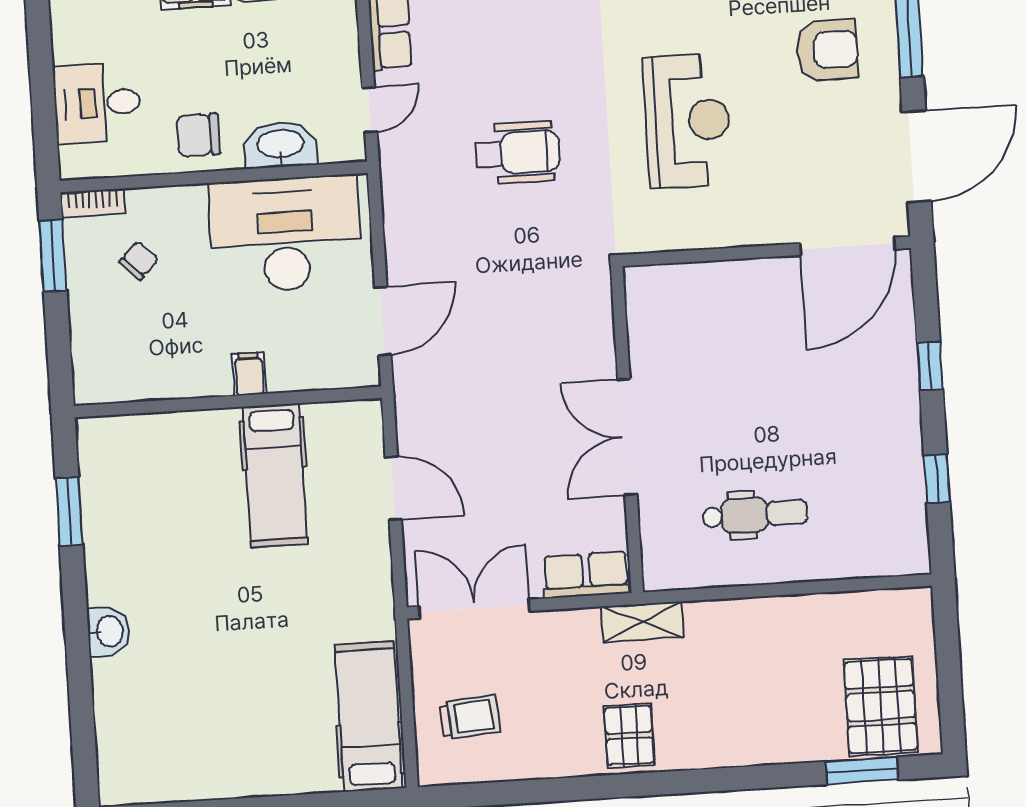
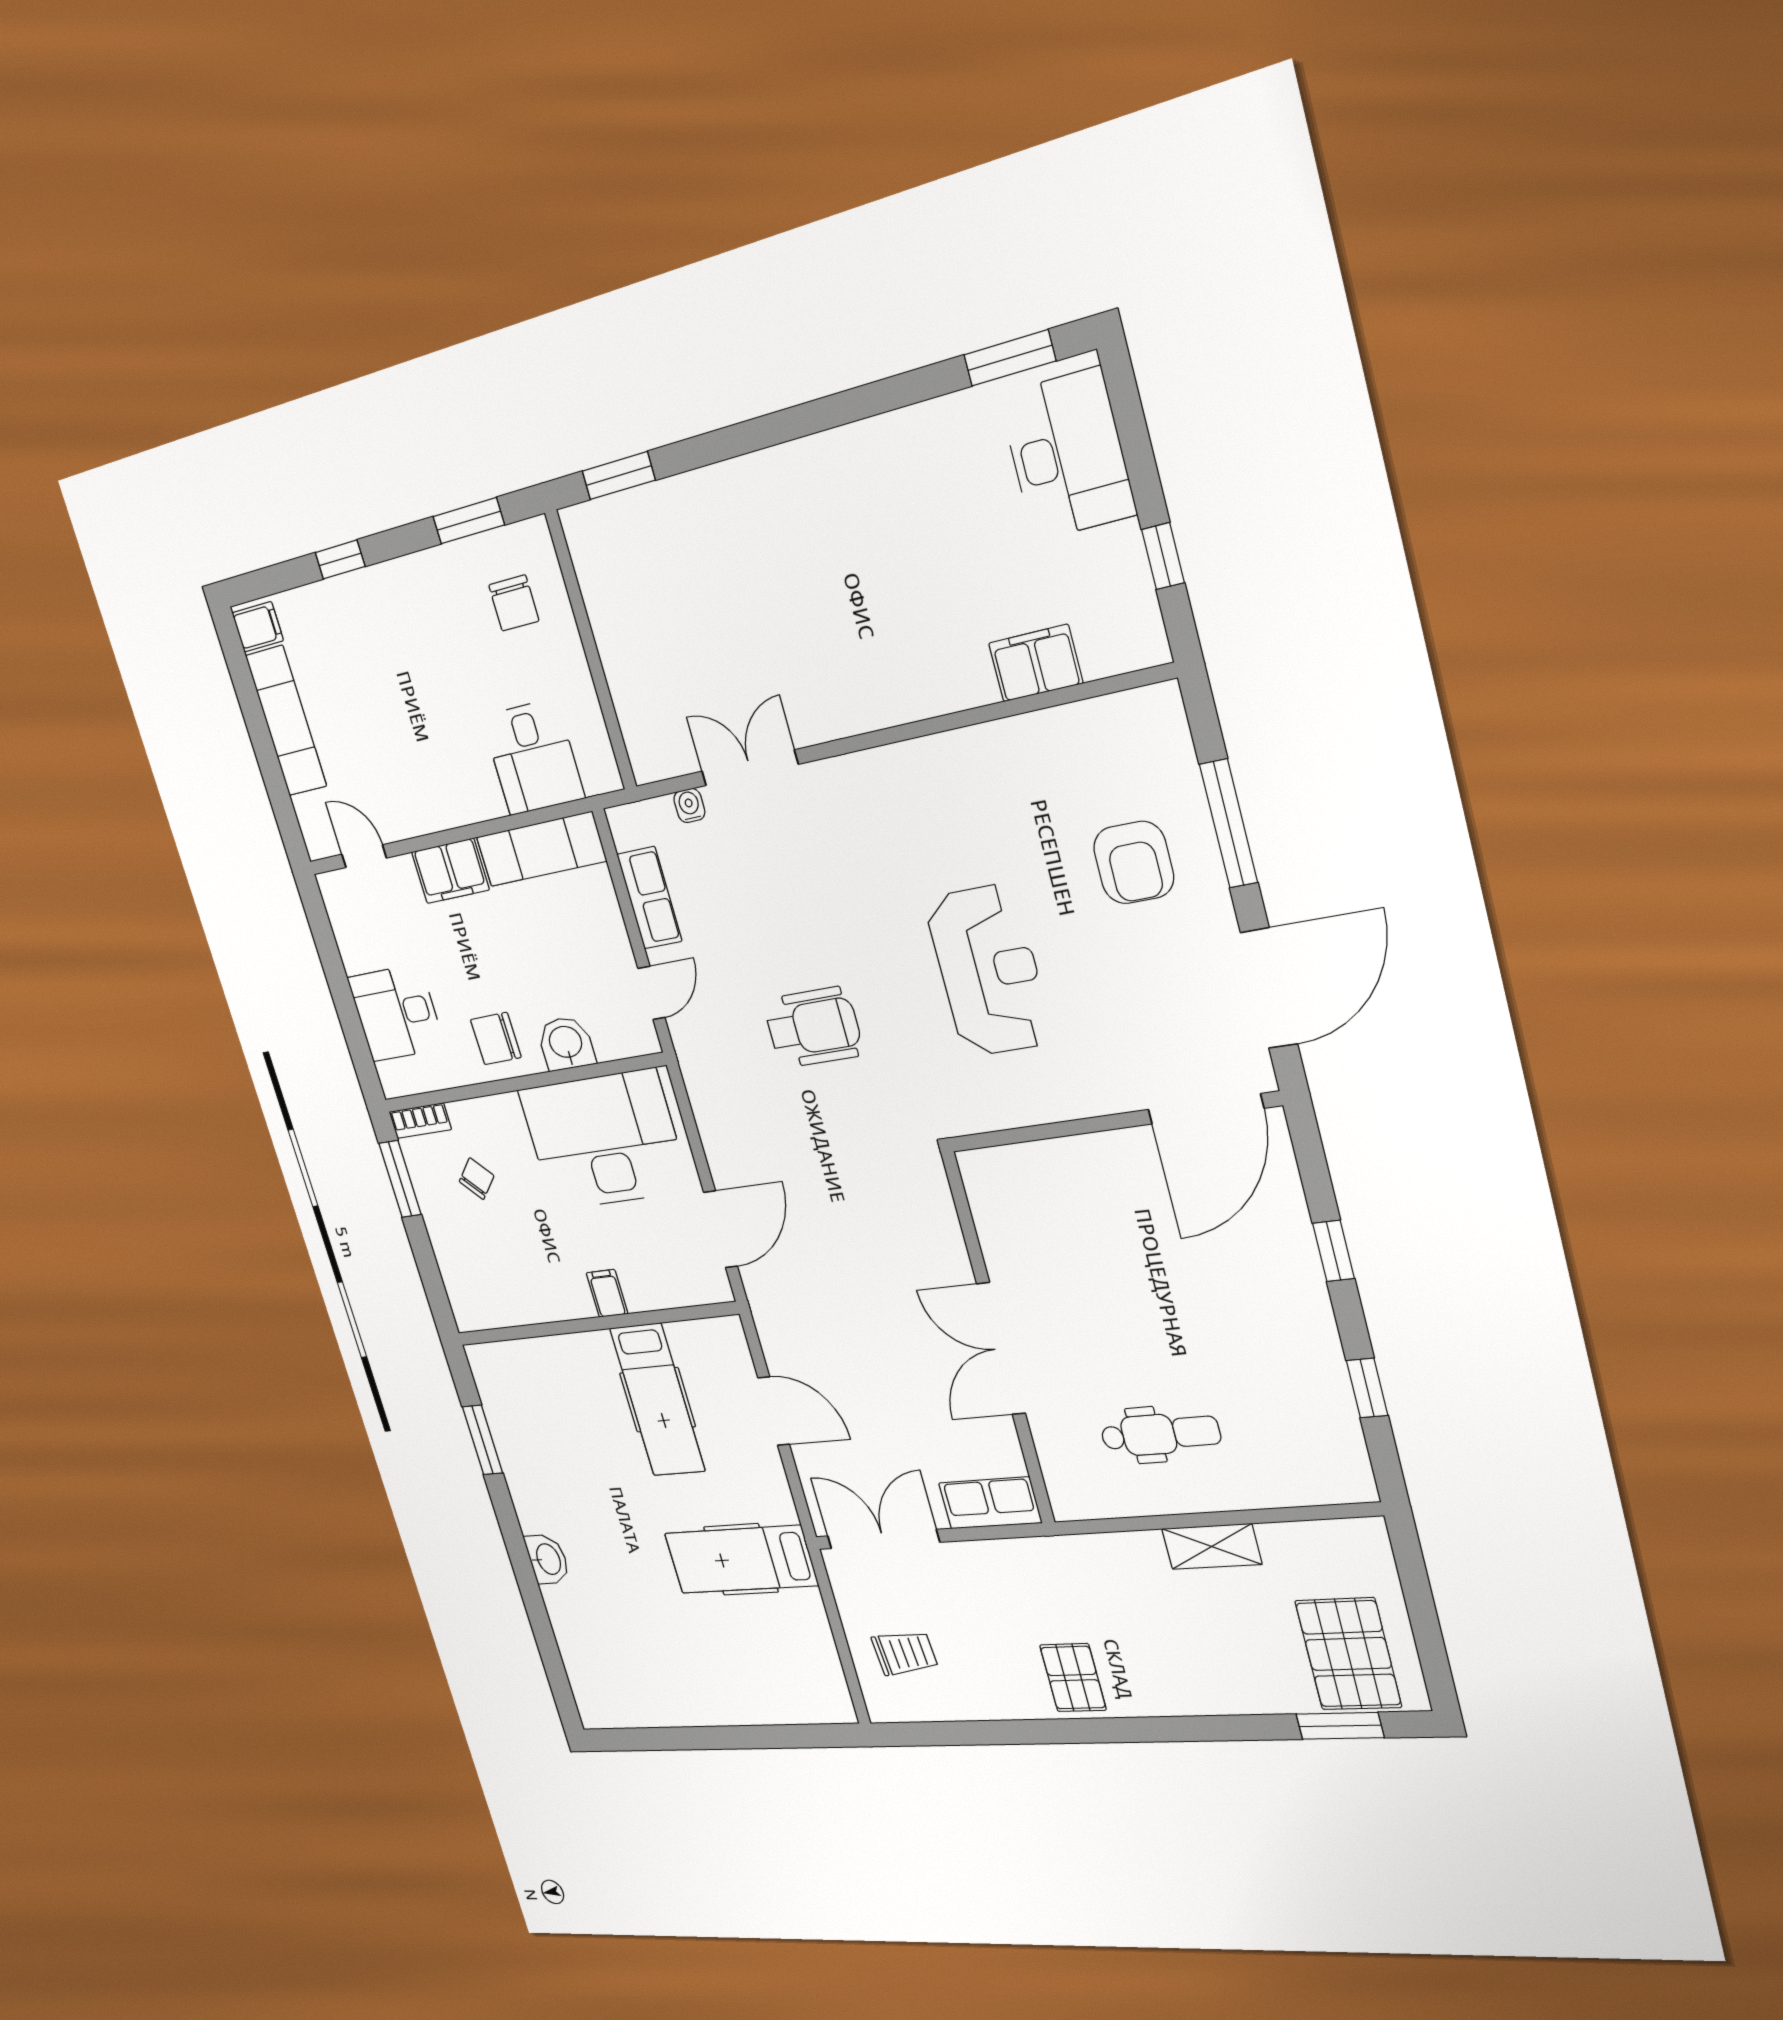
armchair: (827, 50) -> (1134, 863), turned 90
washbasin: (281, 145) -> (566, 1043), width x0.72
shelving: (642, 622) -> (1212, 1546), moved
hospital bed: (369, 716) -> (741, 1559), moved, turned -90

